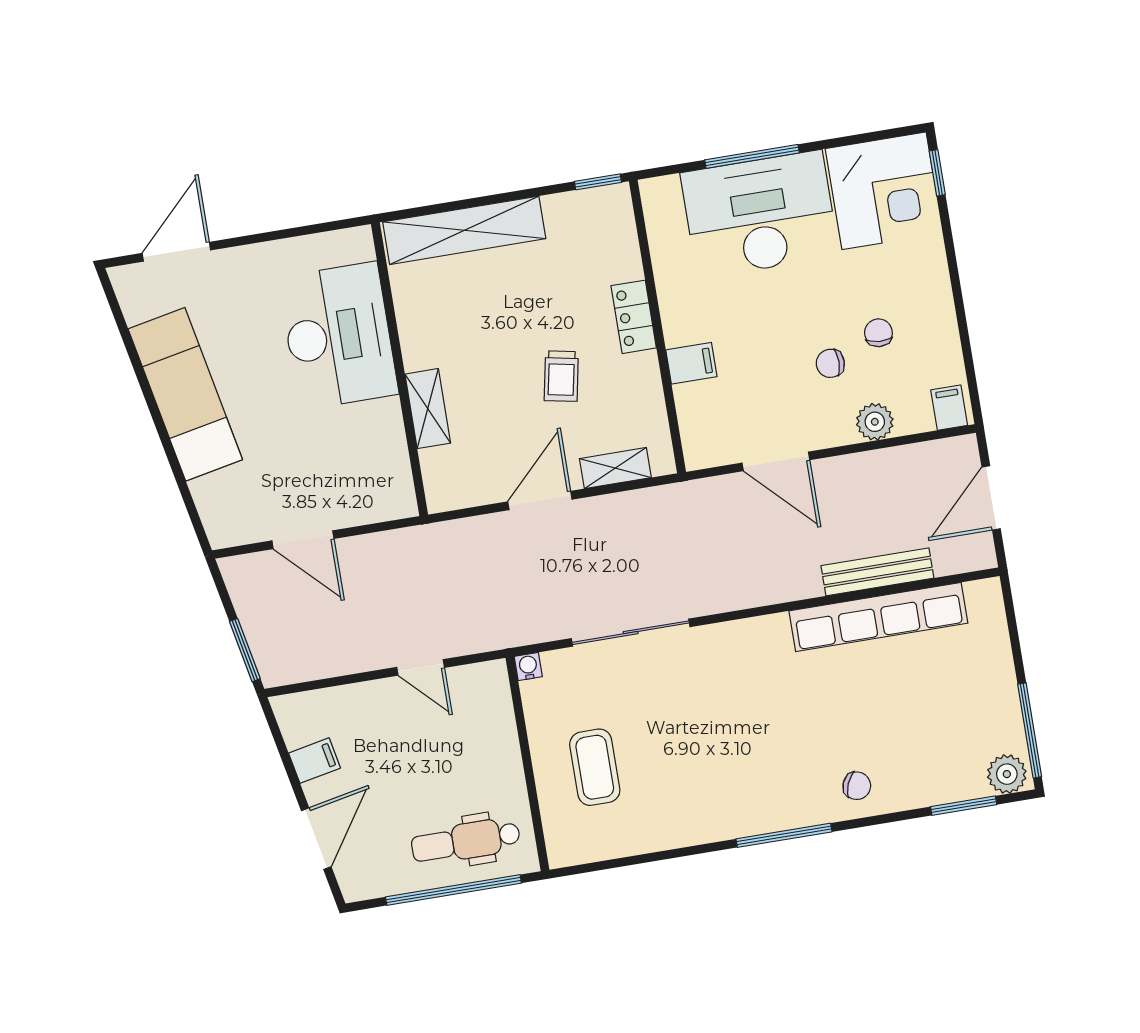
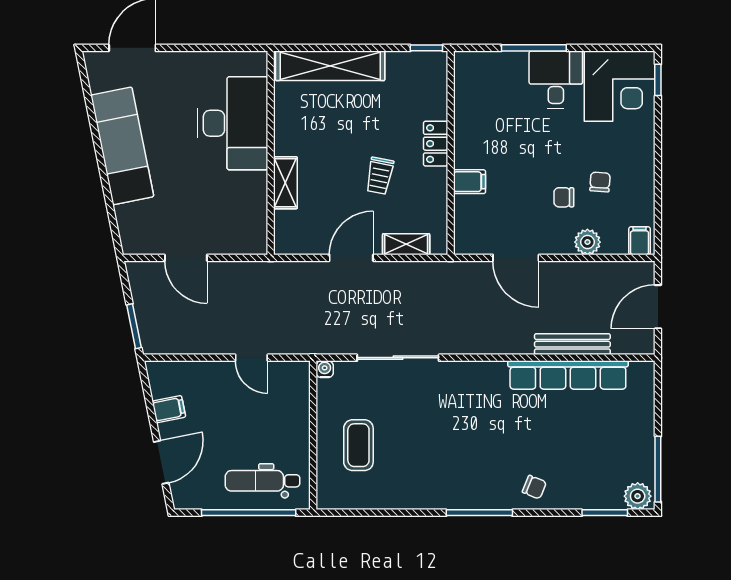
desk: (760, 214) -> (556, 80), width x0.53, depth x0.77

